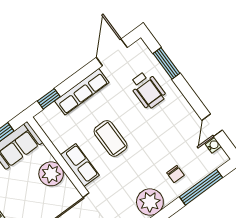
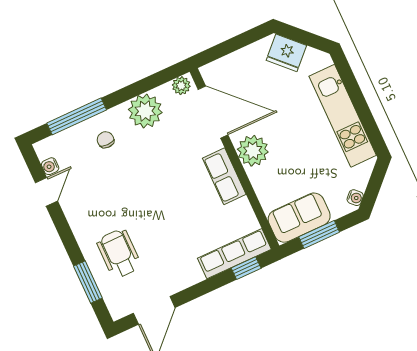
row of seats: (82, 92) -> (234, 254), moved
coffee table: (111, 138) -> (178, 202), removed
plant: (51, 174) -> (253, 151), moved

